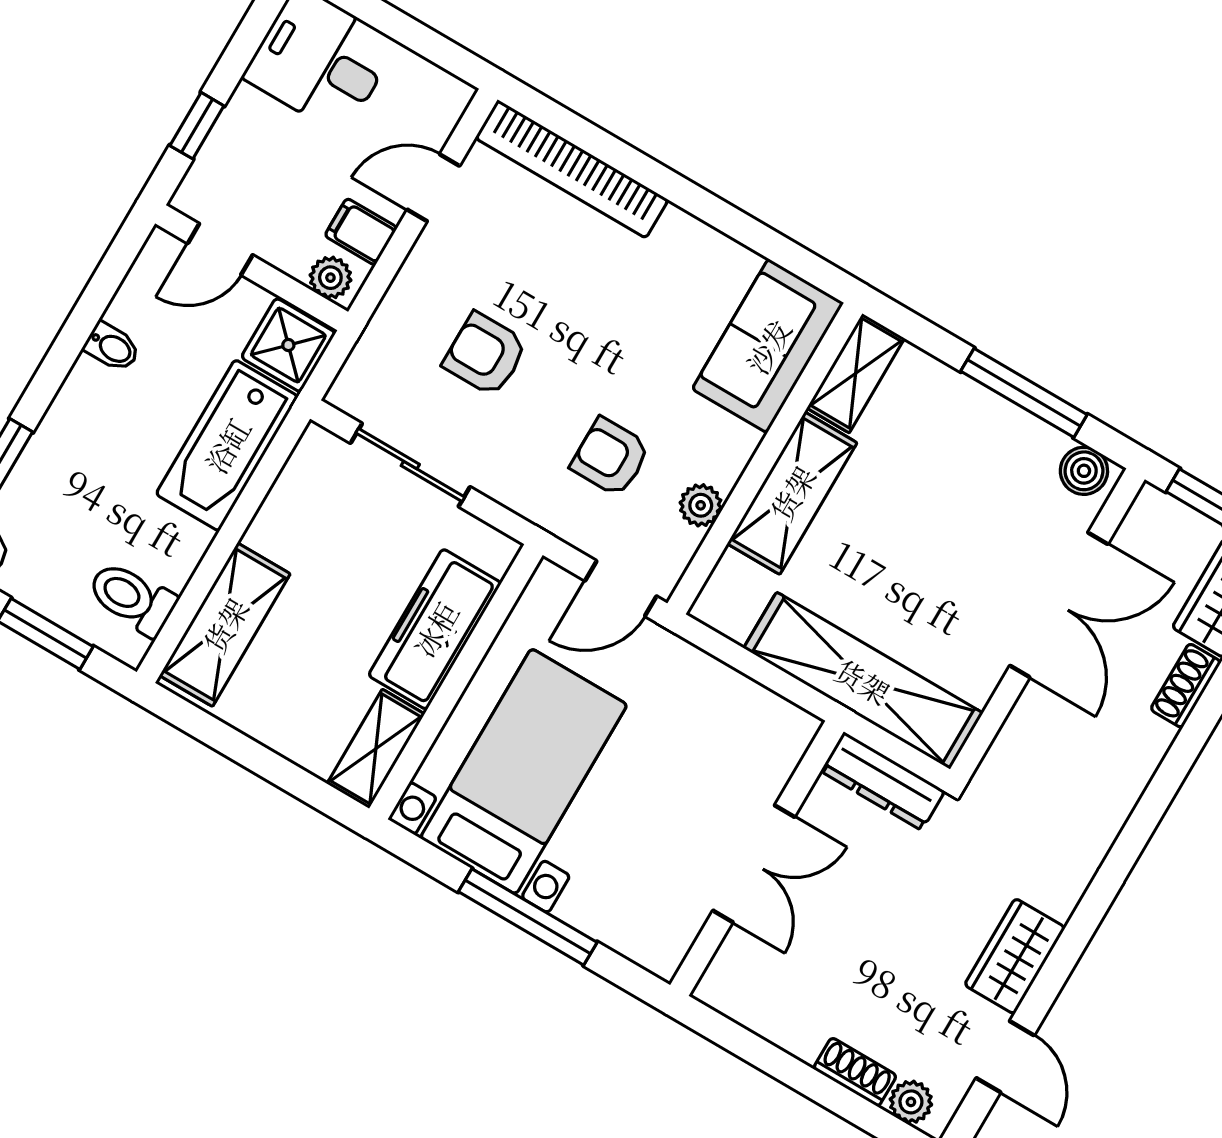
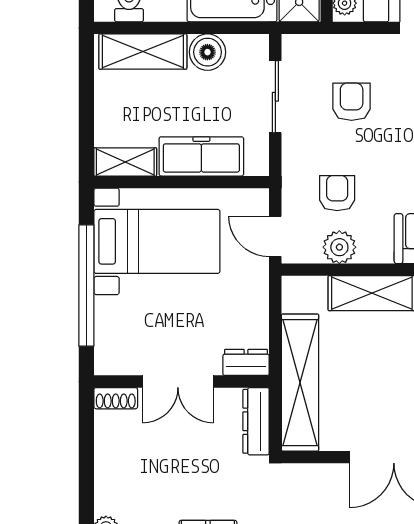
plant: (701, 505) -> (339, 247), width x1.38, depth x1.38
boiler: (283, 528) -> (207, 52), added
dresser: (785, 744) -> (246, 362), added
window: (528, 917) -> (86, 286), width x1.46
shoe rack: (855, 1072) -> (116, 398), moved, turned 90

